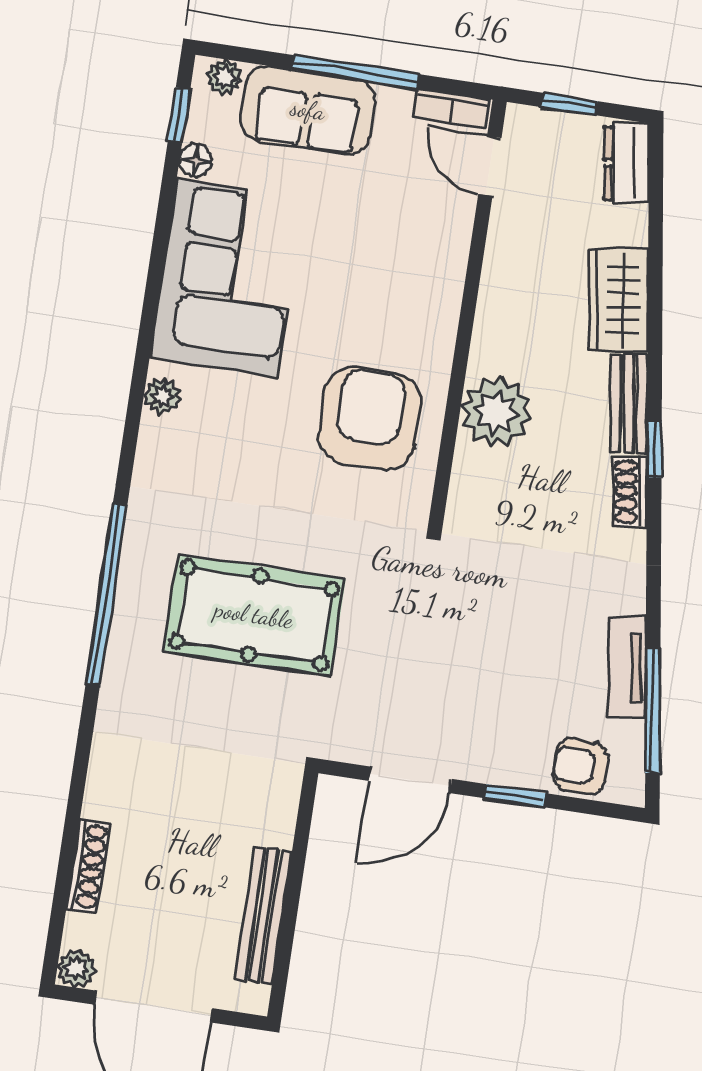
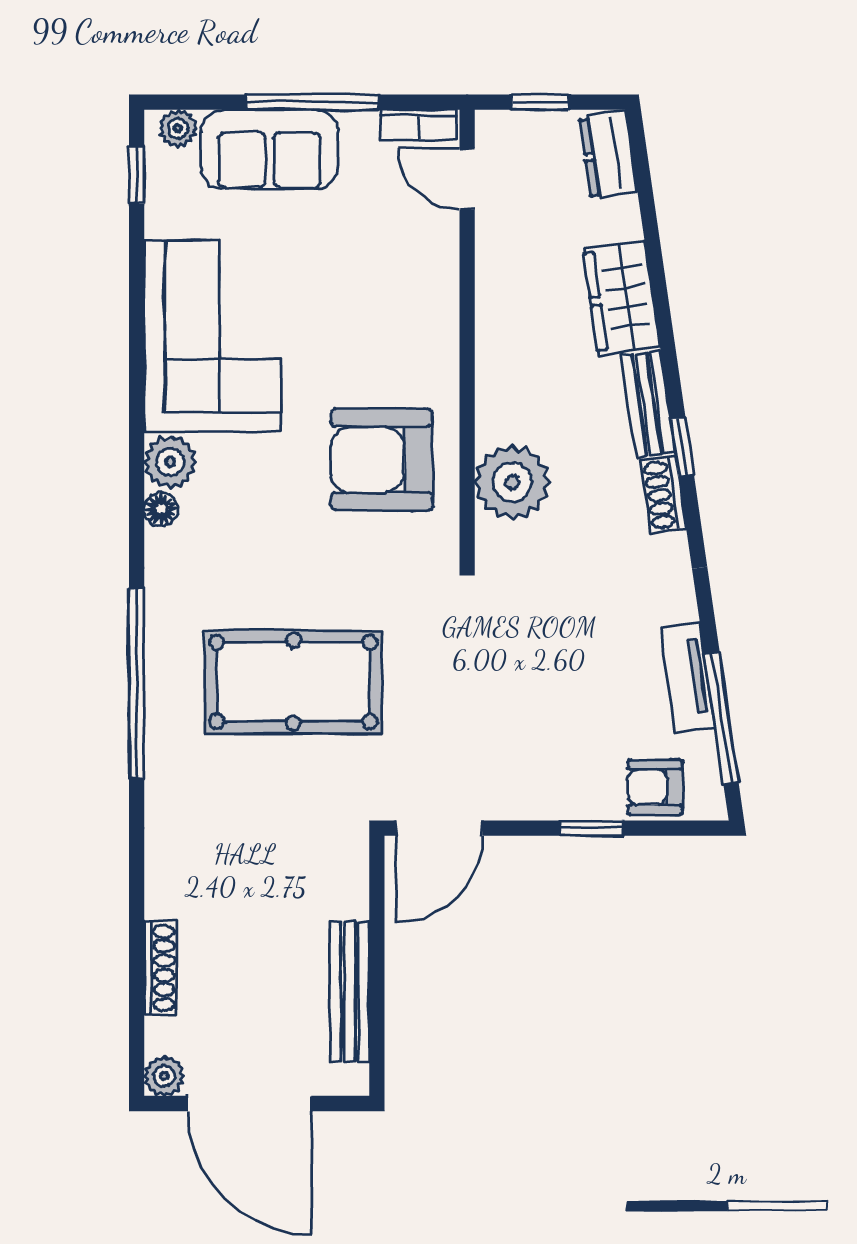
floor lamp: (196, 161) -> (161, 509), moved
plant: (162, 396) -> (170, 462), width x1.38, depth x1.38
plant: (496, 412) -> (512, 482), moved
armchair: (369, 418) -> (382, 460), turned -90
door: (410, 780) -> (439, 828), moved

